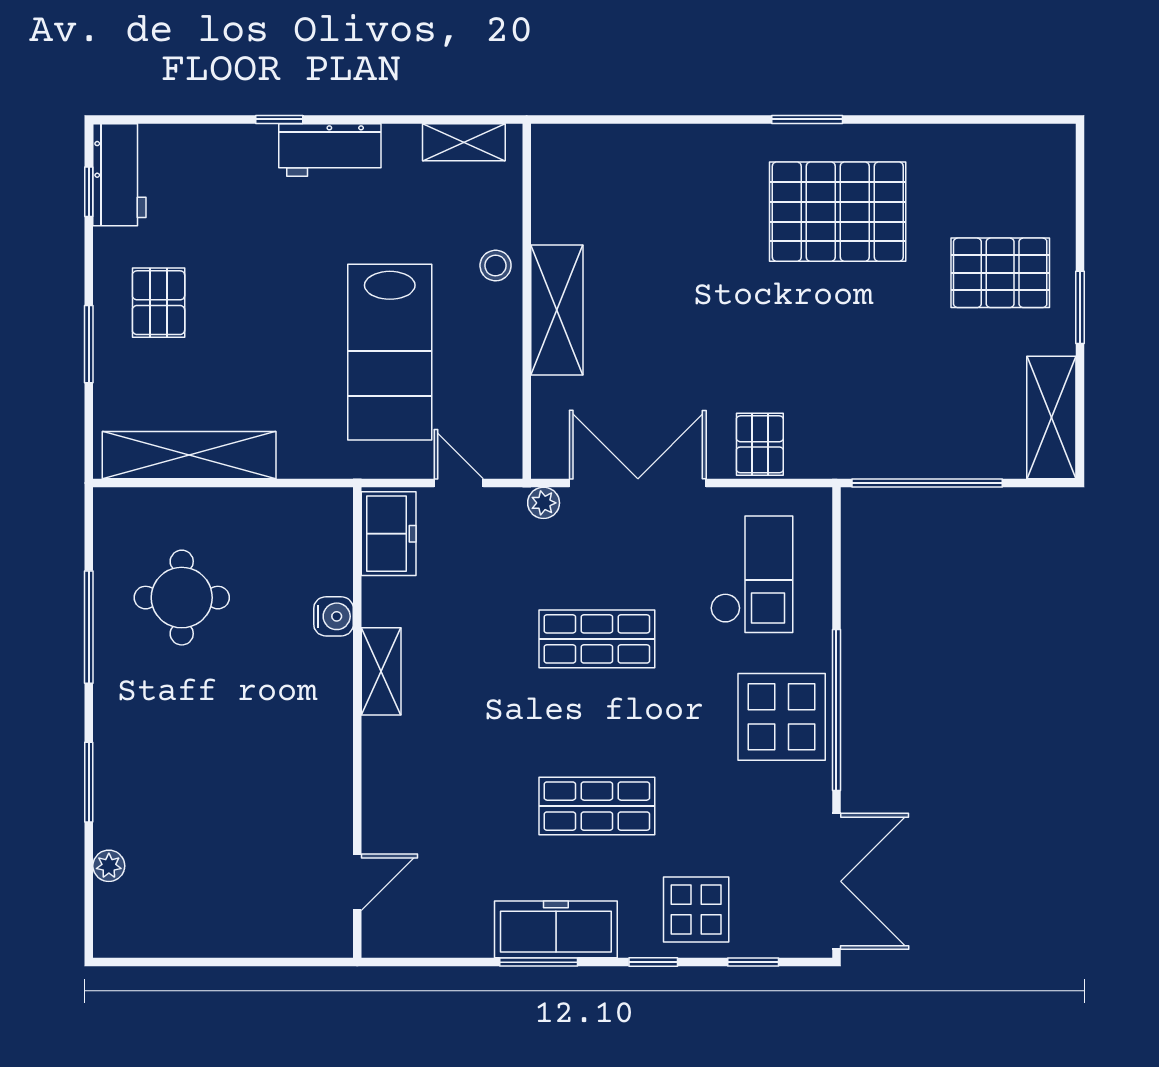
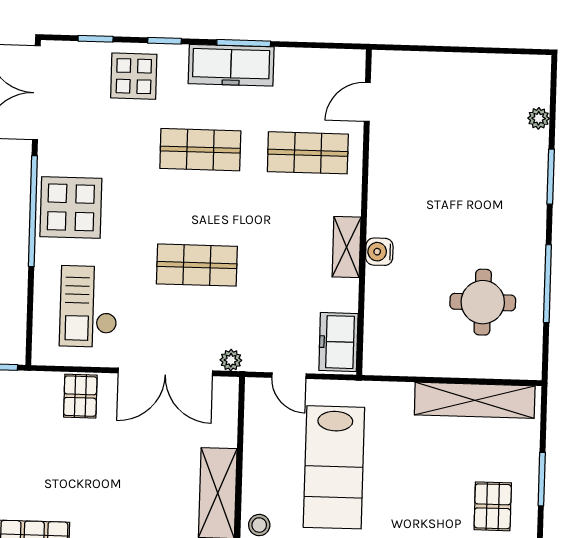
lab bench: (390, 352) -> (334, 467), turned 180
water cooler: (334, 616) -> (379, 252), moved
shop shelf: (441, 806) -> (308, 153), added

